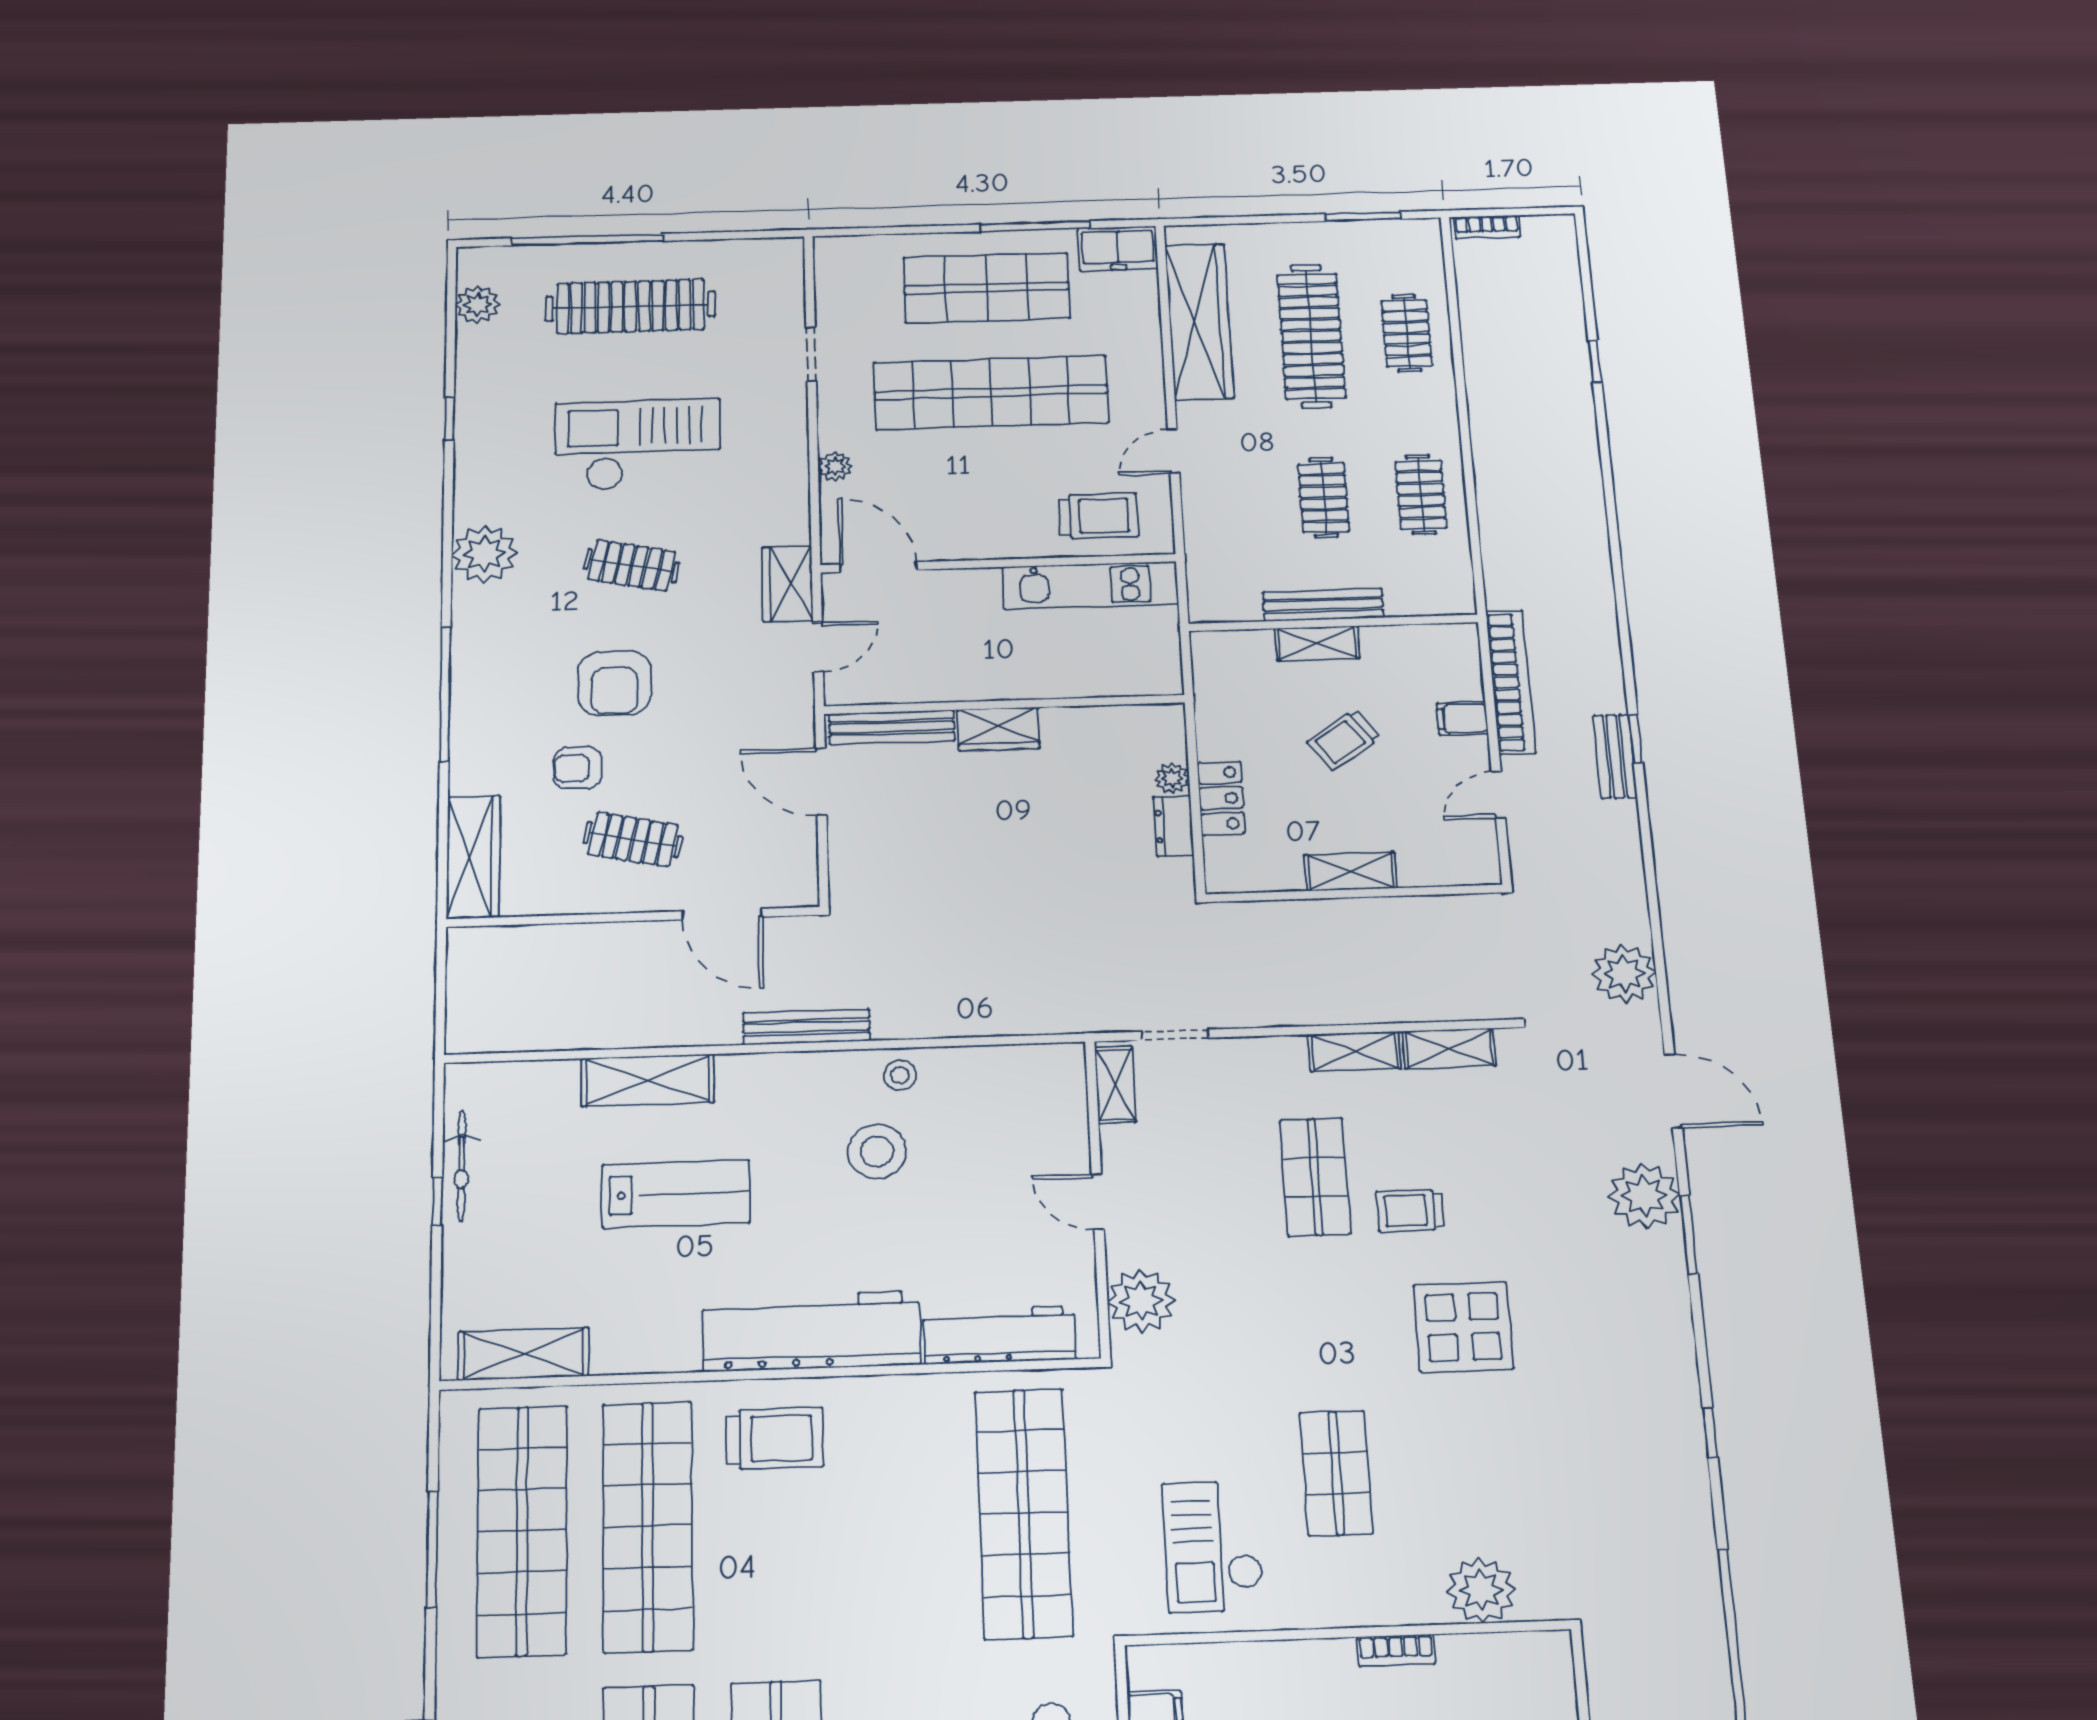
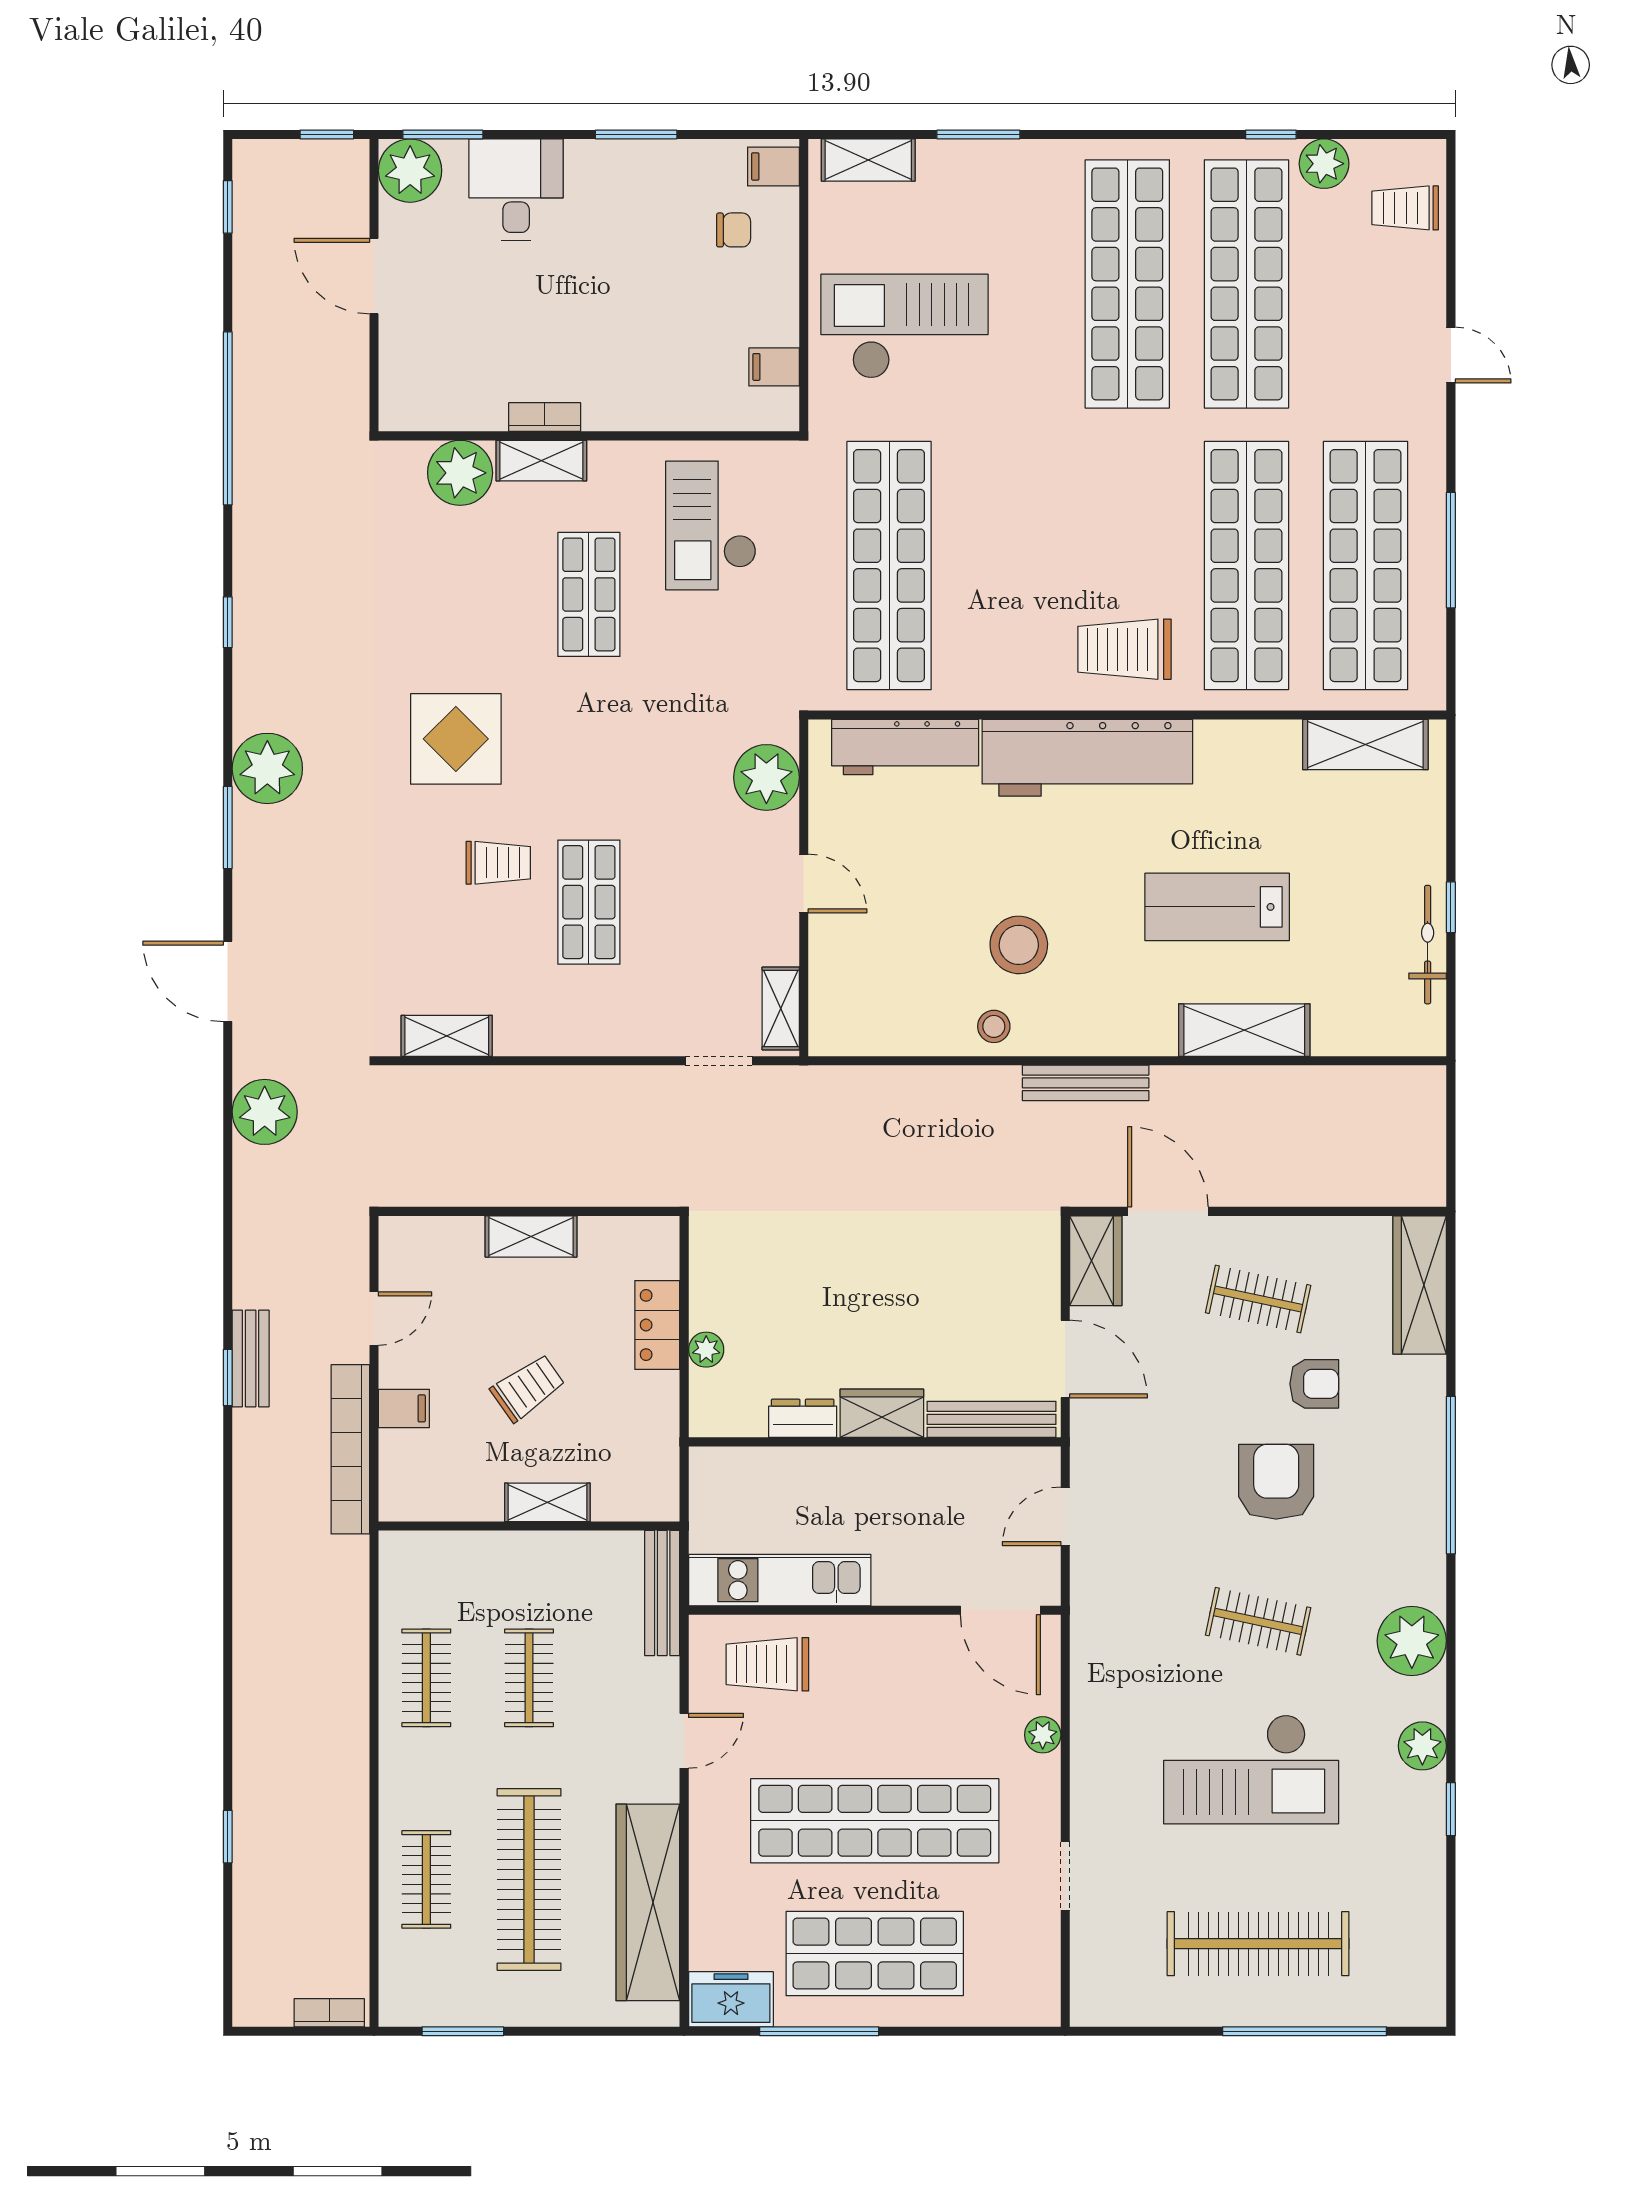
plant: (478, 305) -> (1422, 1746), moved
wardrobe: (787, 584) -> (1096, 1261), moved
bench: (1323, 605) -> (662, 1593), moved, turned 90
dresser: (1174, 826) -> (803, 1418), moved, turned -90
shelving: (1354, 1051) -> (541, 461), moved
plant: (1644, 1196) -> (267, 768), moved
checkout: (1213, 1546) -> (711, 525), turned 180

